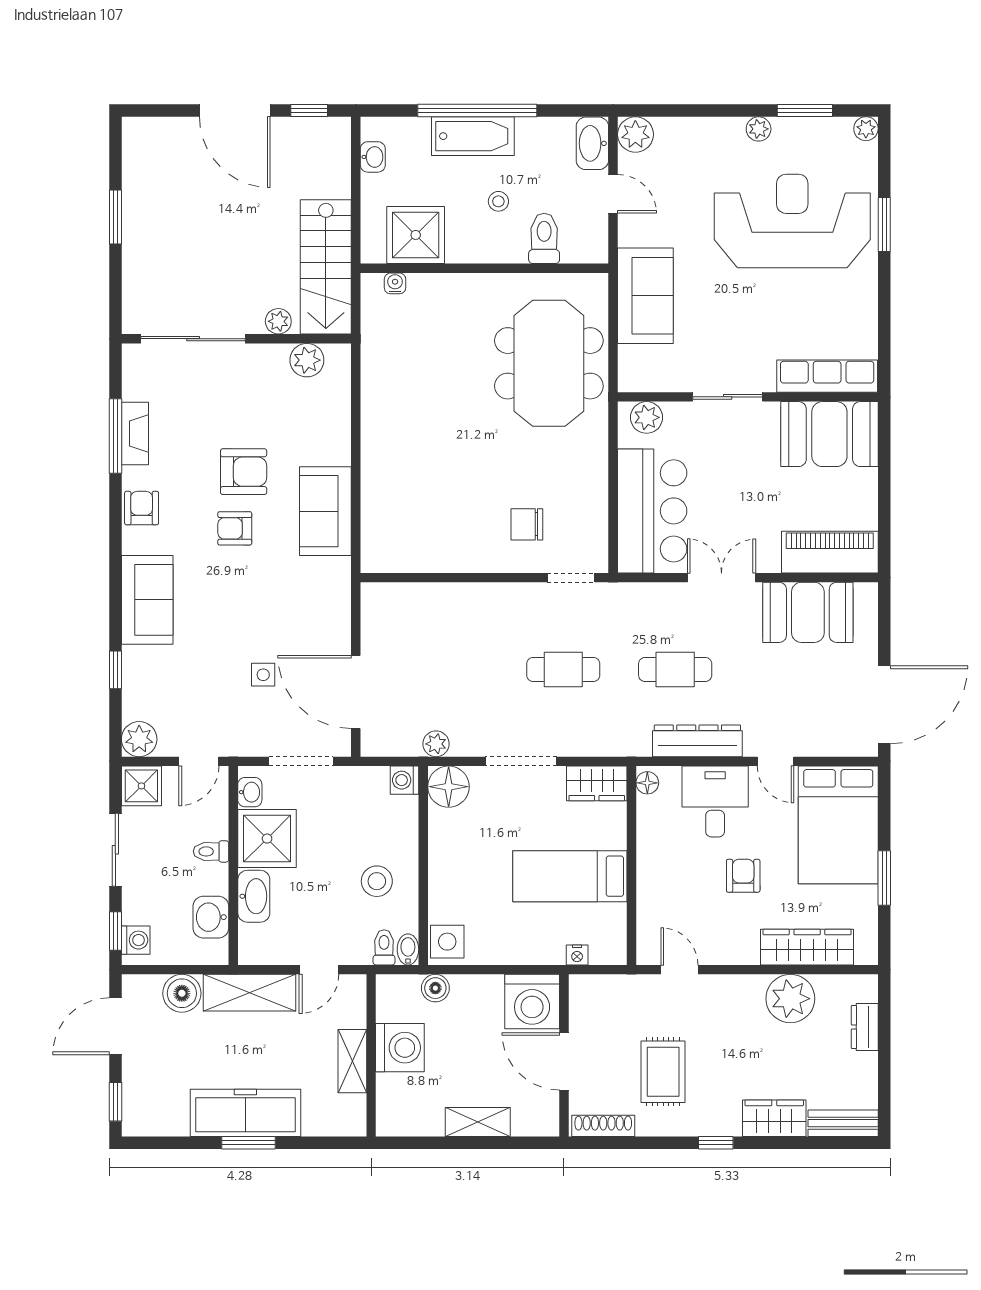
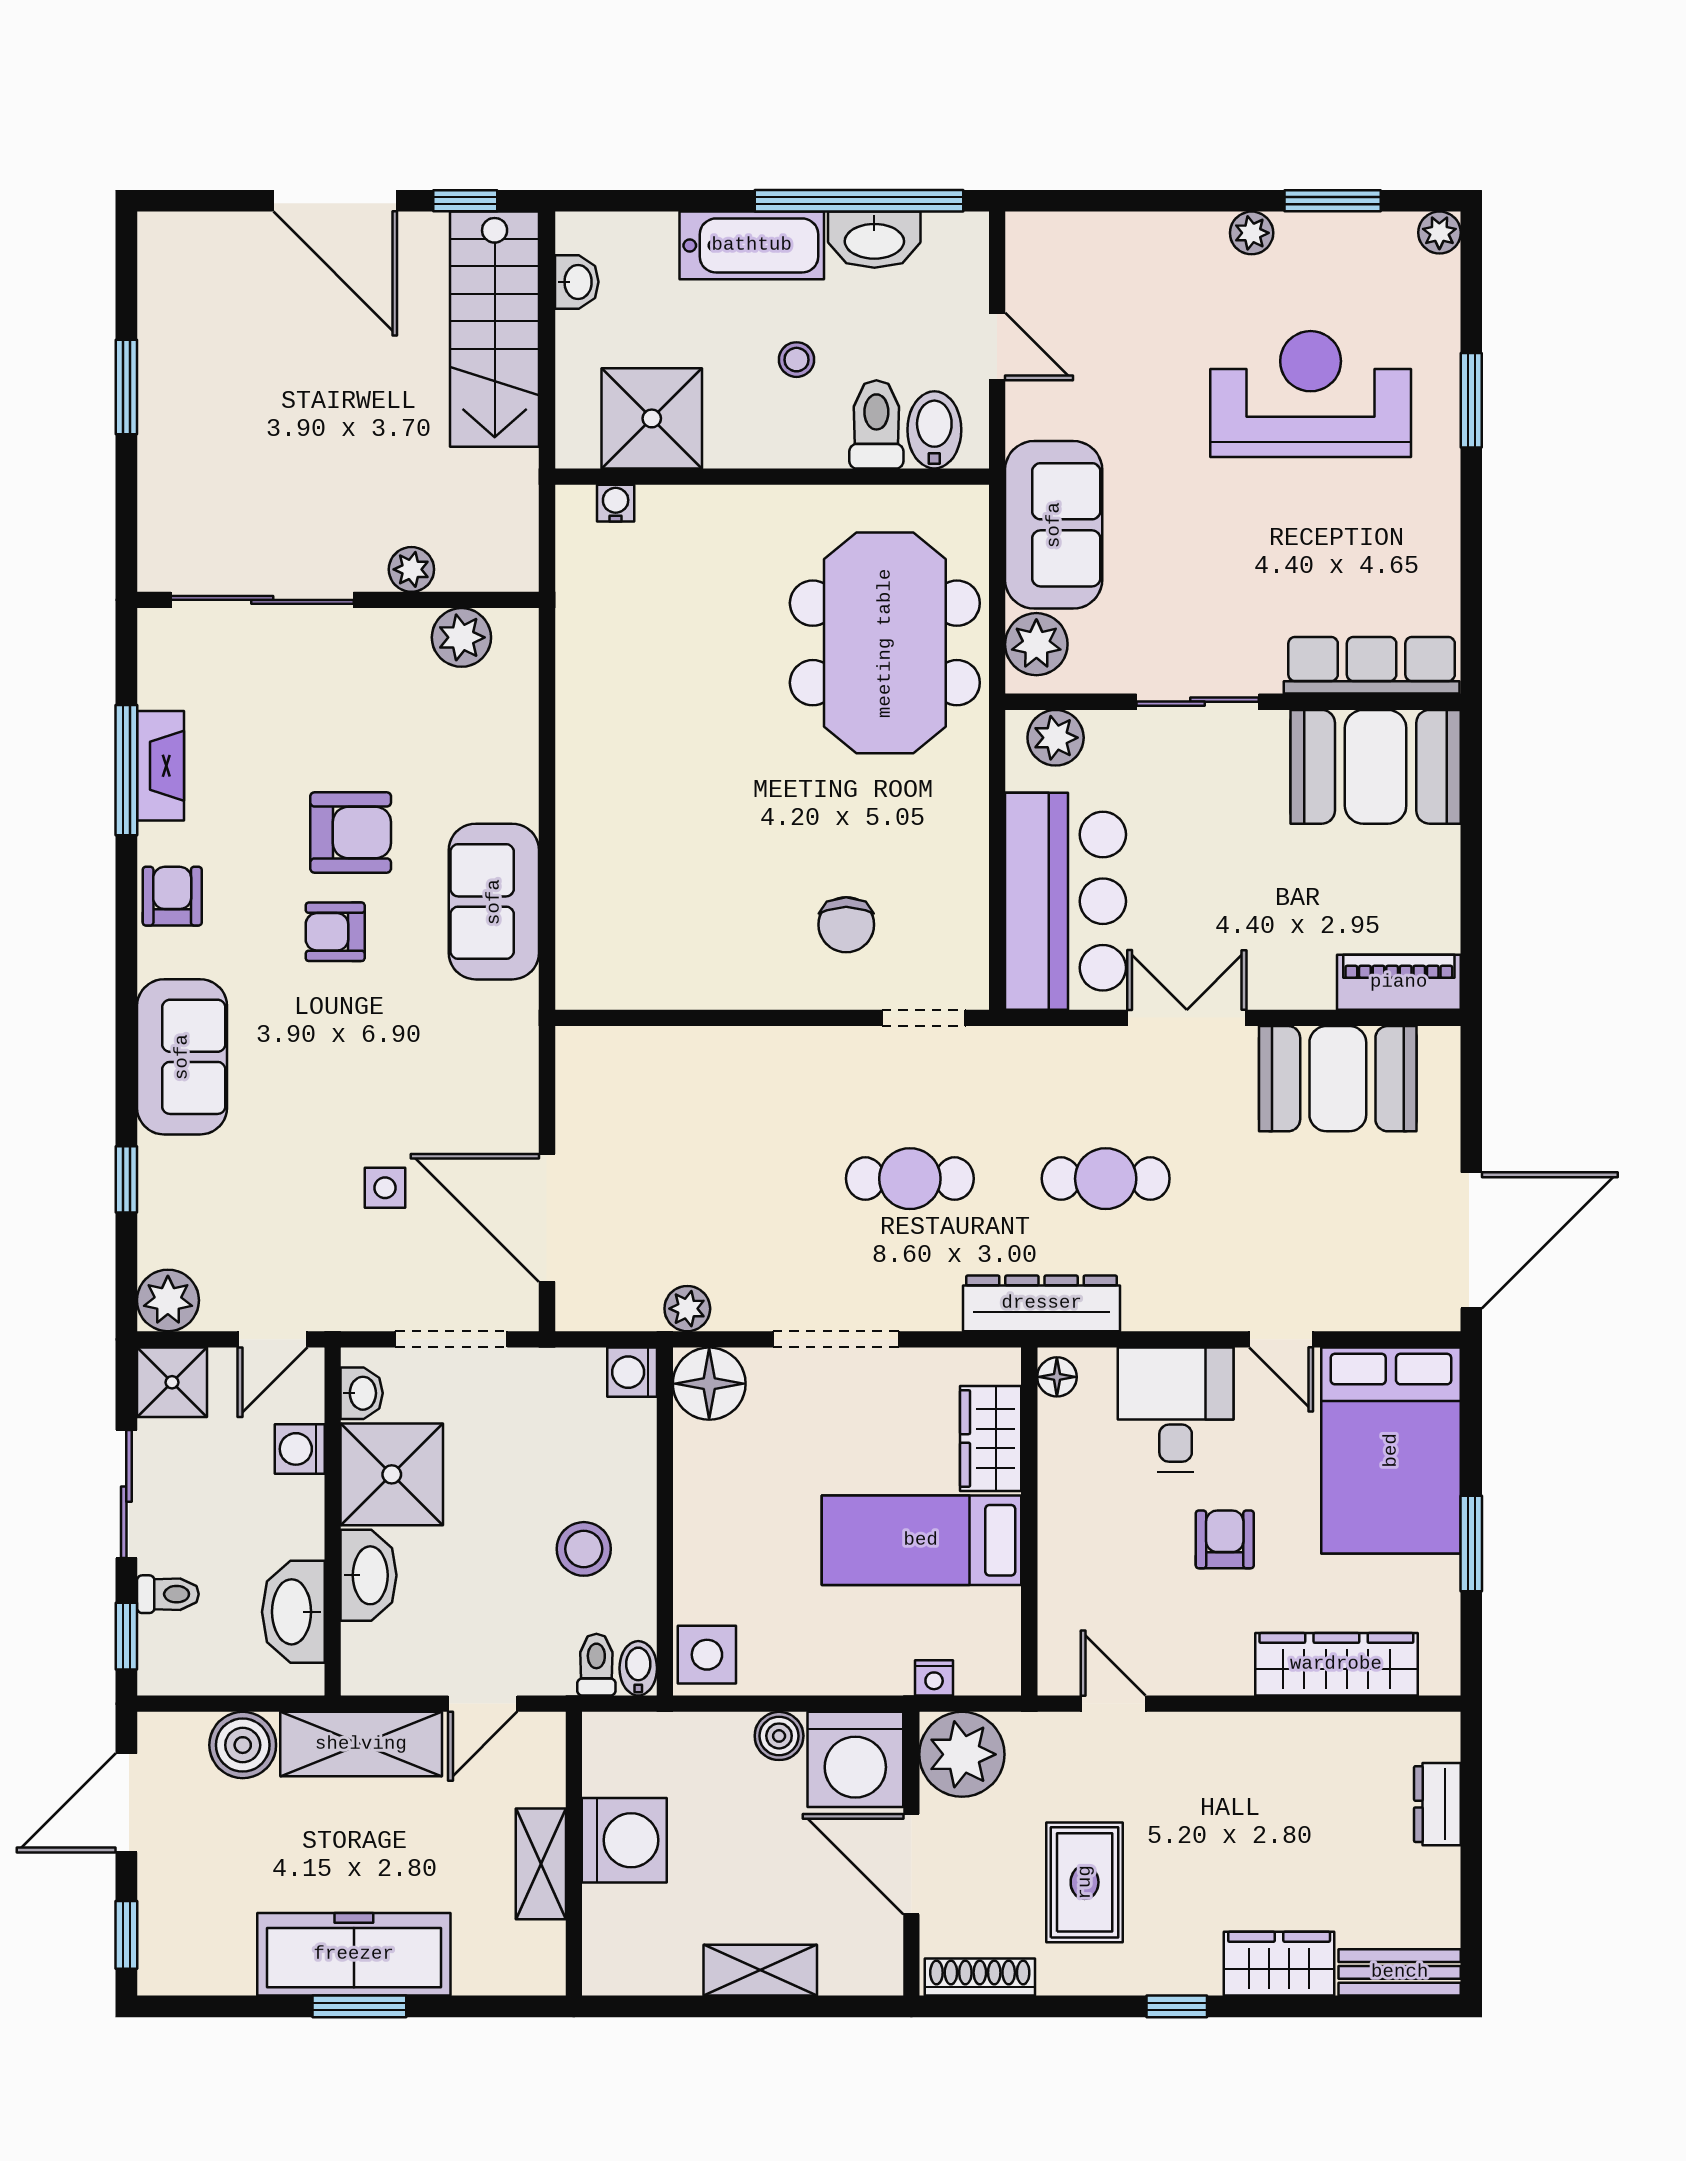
window: (477, 111) -> (859, 201), moved
plant: (635, 134) -> (1036, 644), moved
washbasin: (592, 143) -> (874, 240), moved, turned -90
reception desk: (792, 221) -> (1311, 394), width x0.74, depth x0.77
bidet: (577, 242) -> (934, 430), added
stairs: (326, 267) -> (495, 329), moved
chair: (527, 524) -> (846, 925), turned -90
piano: (830, 552) -> (1399, 982), width x0.73, depth x0.75
dresser: (697, 741) -> (1042, 1303), moved
wardrobe: (597, 783) -> (991, 1438), moved, turned 90
toilet: (211, 851) -> (168, 1594), moved, turned 180
washbasin: (211, 917) -> (293, 1612), width x1.38
washing machine: (136, 940) -> (300, 1449), moved, turned 180
boiler: (435, 988) -> (779, 1736), moved
plant: (790, 999) -> (962, 1754), moved

